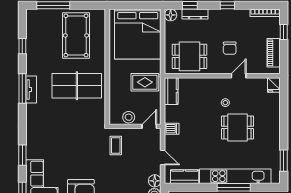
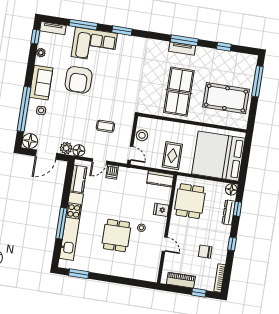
chair: (230, 48) -> (205, 252), moved
fridge: (274, 85) -> (161, 210), moved
dishwasher: (172, 129) -> (112, 172), moved
coffee table: (116, 145) -> (105, 126), moved

